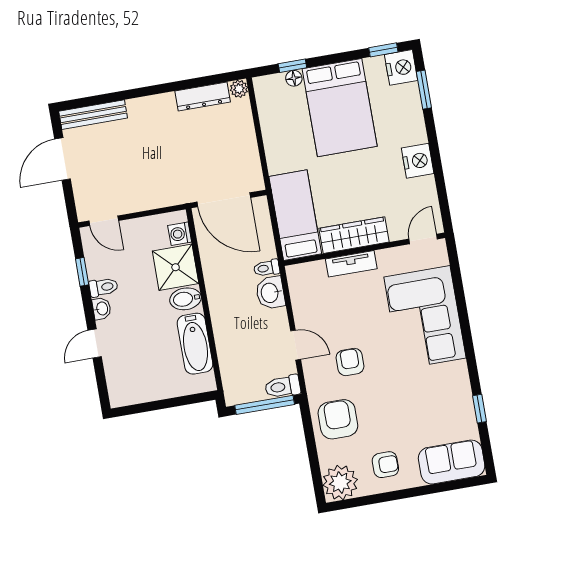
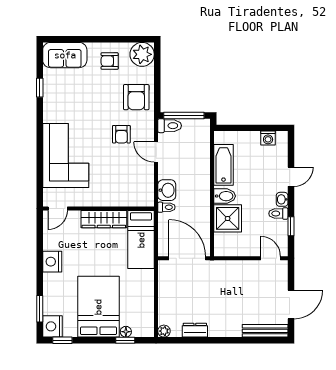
dresser: (203, 97) -> (195, 330), width x0.70
washing machine: (180, 234) -> (268, 138), moved, turned 90
tv unit: (351, 264) -> (109, 200), removed

